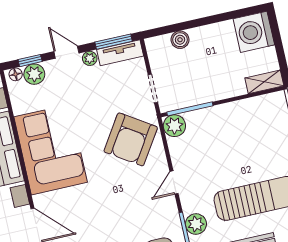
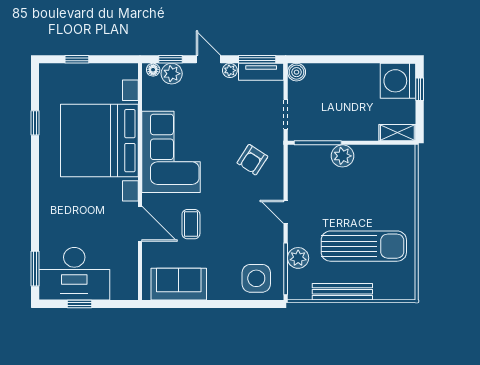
window: (276, 35) -> (420, 89), added
boiler: (180, 40) -> (297, 72), moved
plant: (174, 126) -> (342, 156), moved
armchair: (131, 139) -> (252, 160), width x0.53, depth x0.53
door: (174, 182) -> (286, 212), hinge flipped
coffee table: (86, 215) -> (191, 224), added

